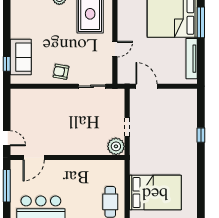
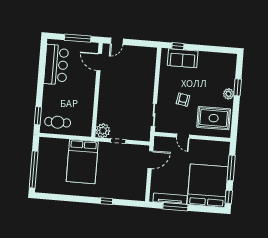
window: (201, 22) -> (175, 207), moved
armchair: (61, 72) -> (183, 100), moved
bed: (155, 193) -> (82, 162), moved

